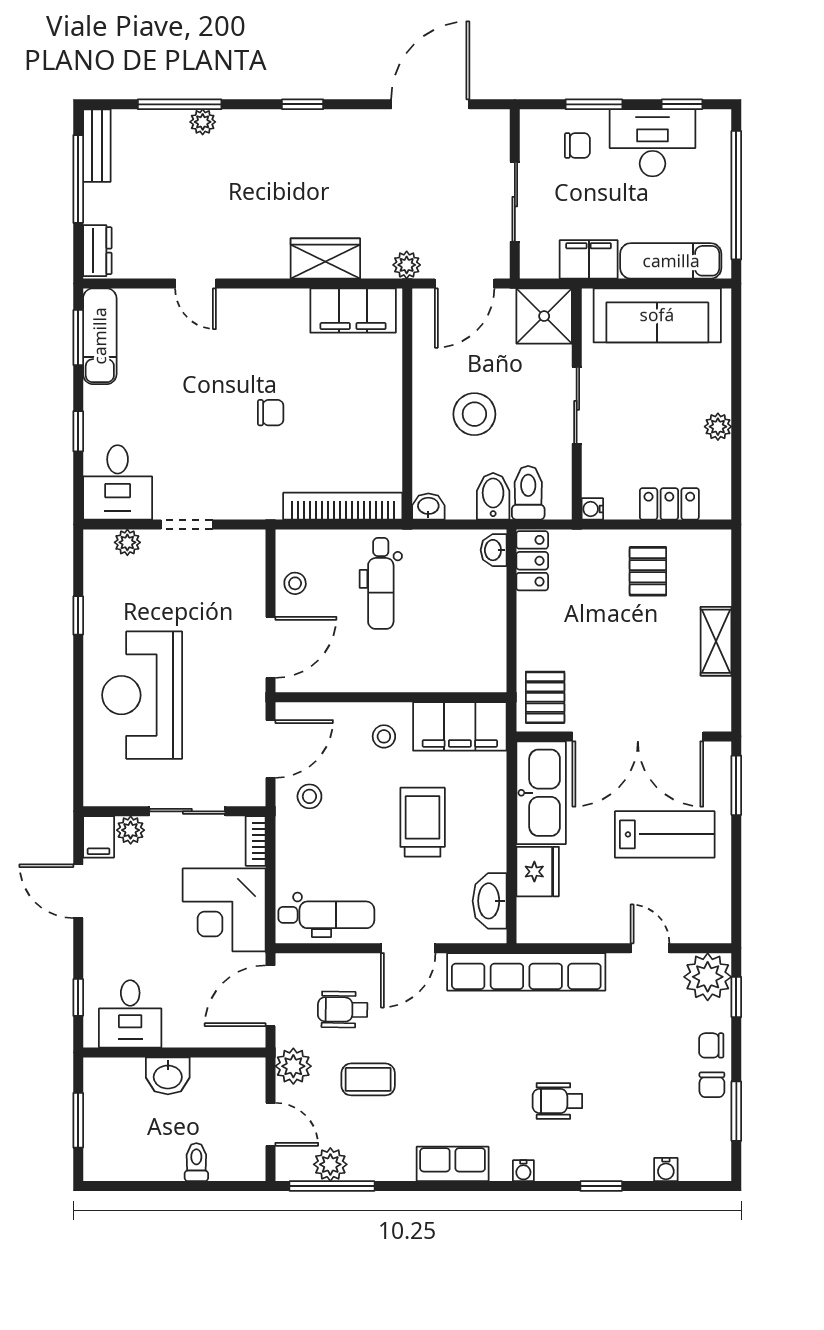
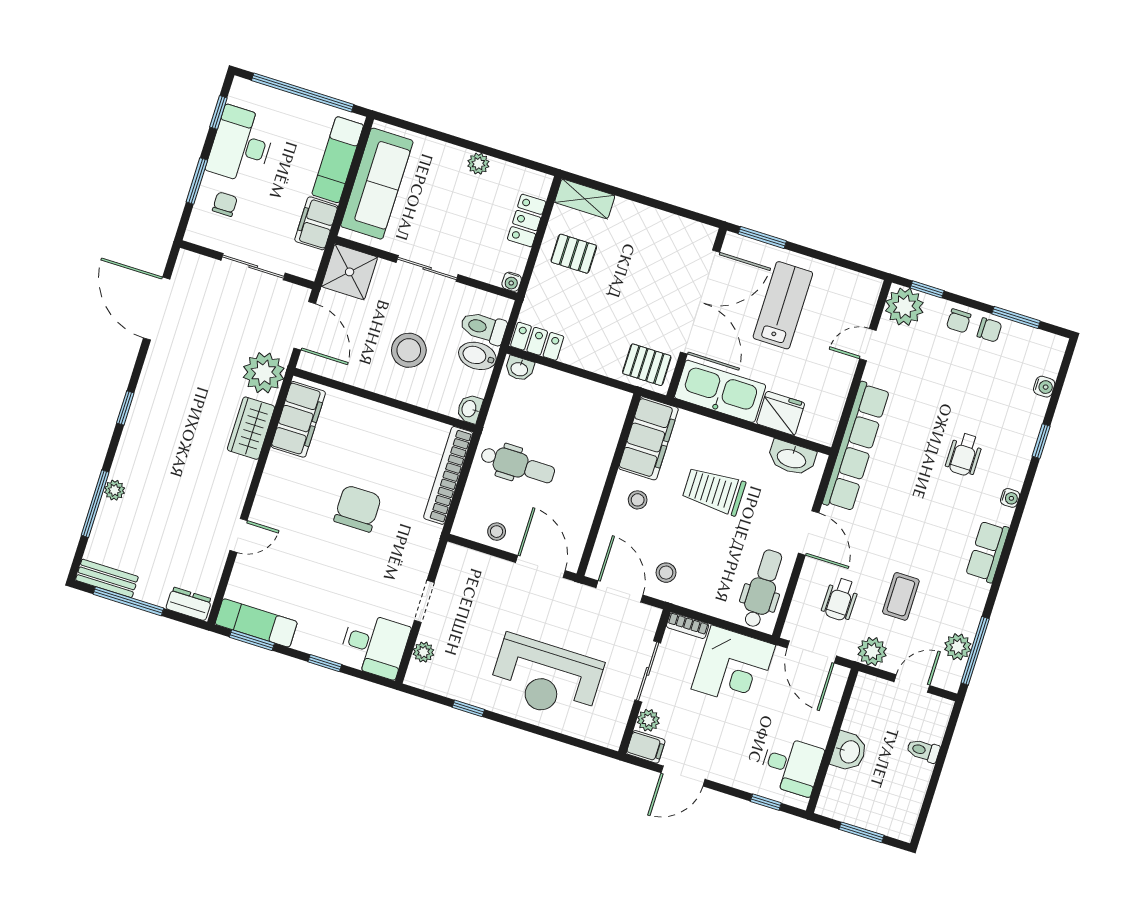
plant: (407, 265) -> (264, 373), width x1.87, depth x1.87
chair: (271, 413) -> (358, 509), width x1.87, depth x1.87
shelving: (716, 641) -> (585, 199), moved

